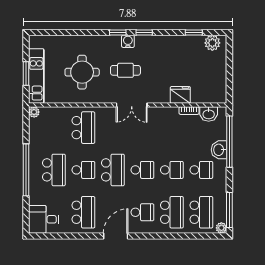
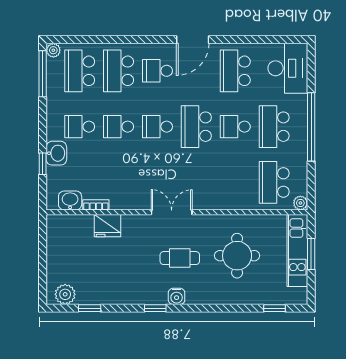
window: (118, 32) -> (274, 308), moved
school desk: (83, 128) -> (274, 182), moved
window: (229, 142) -> (43, 164), width x0.32
desk: (44, 219) -> (288, 68), width x1.37

